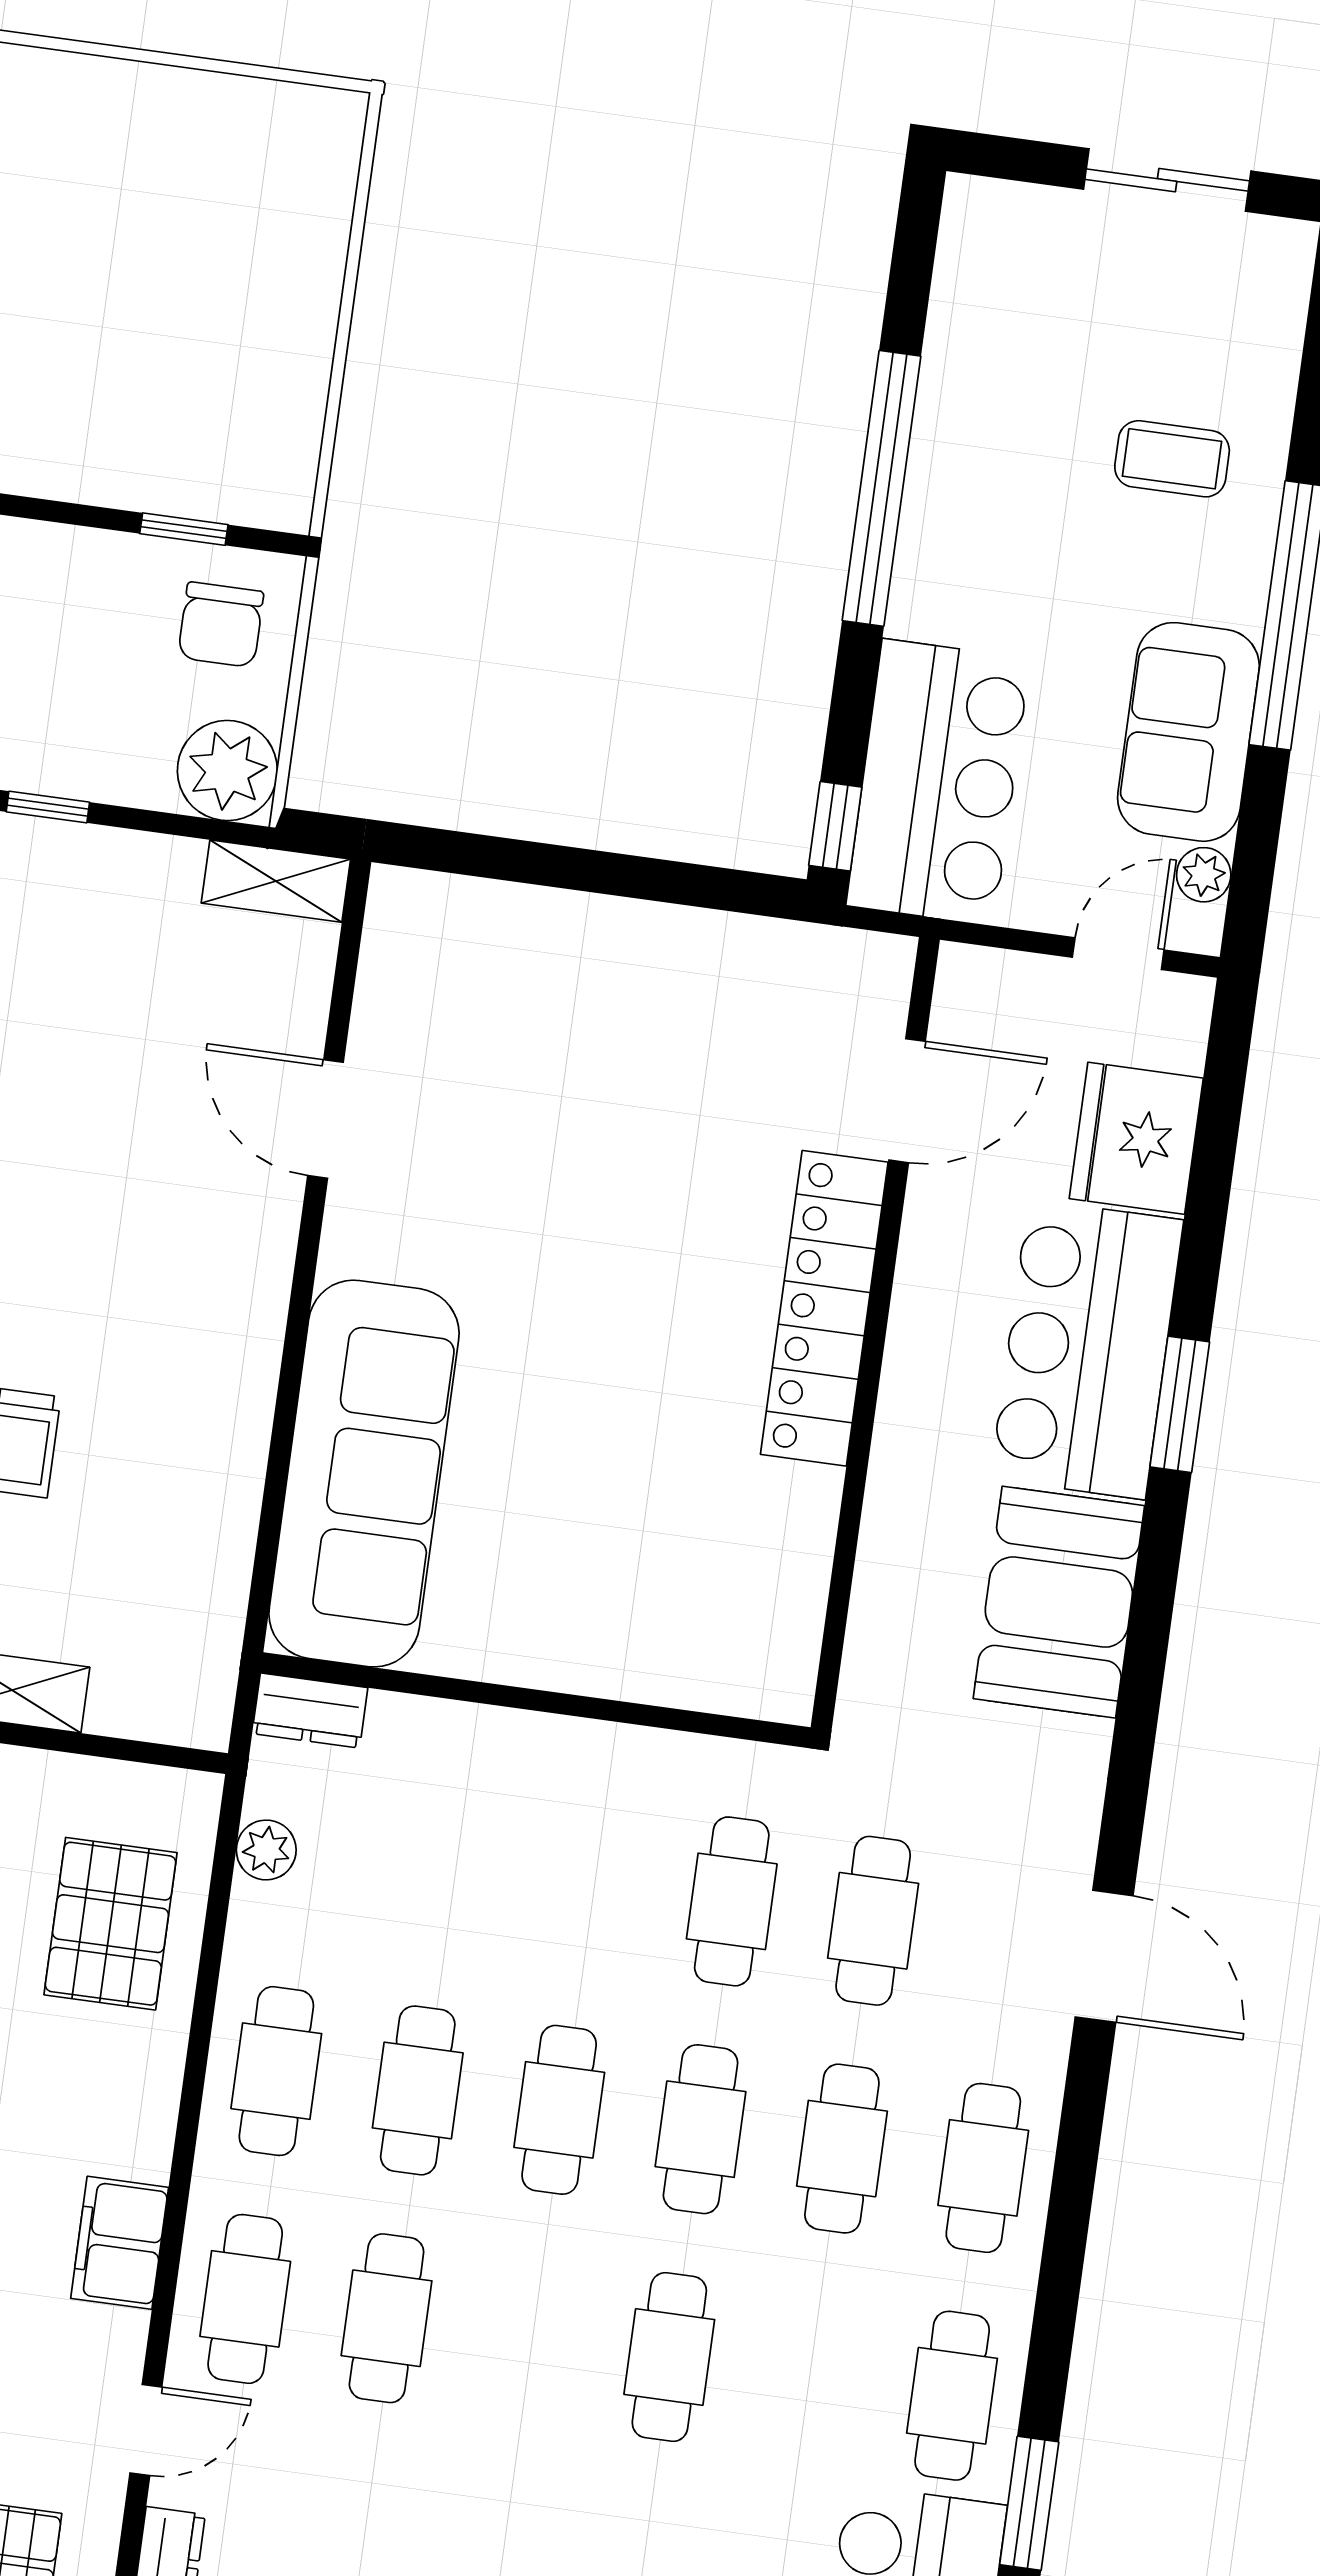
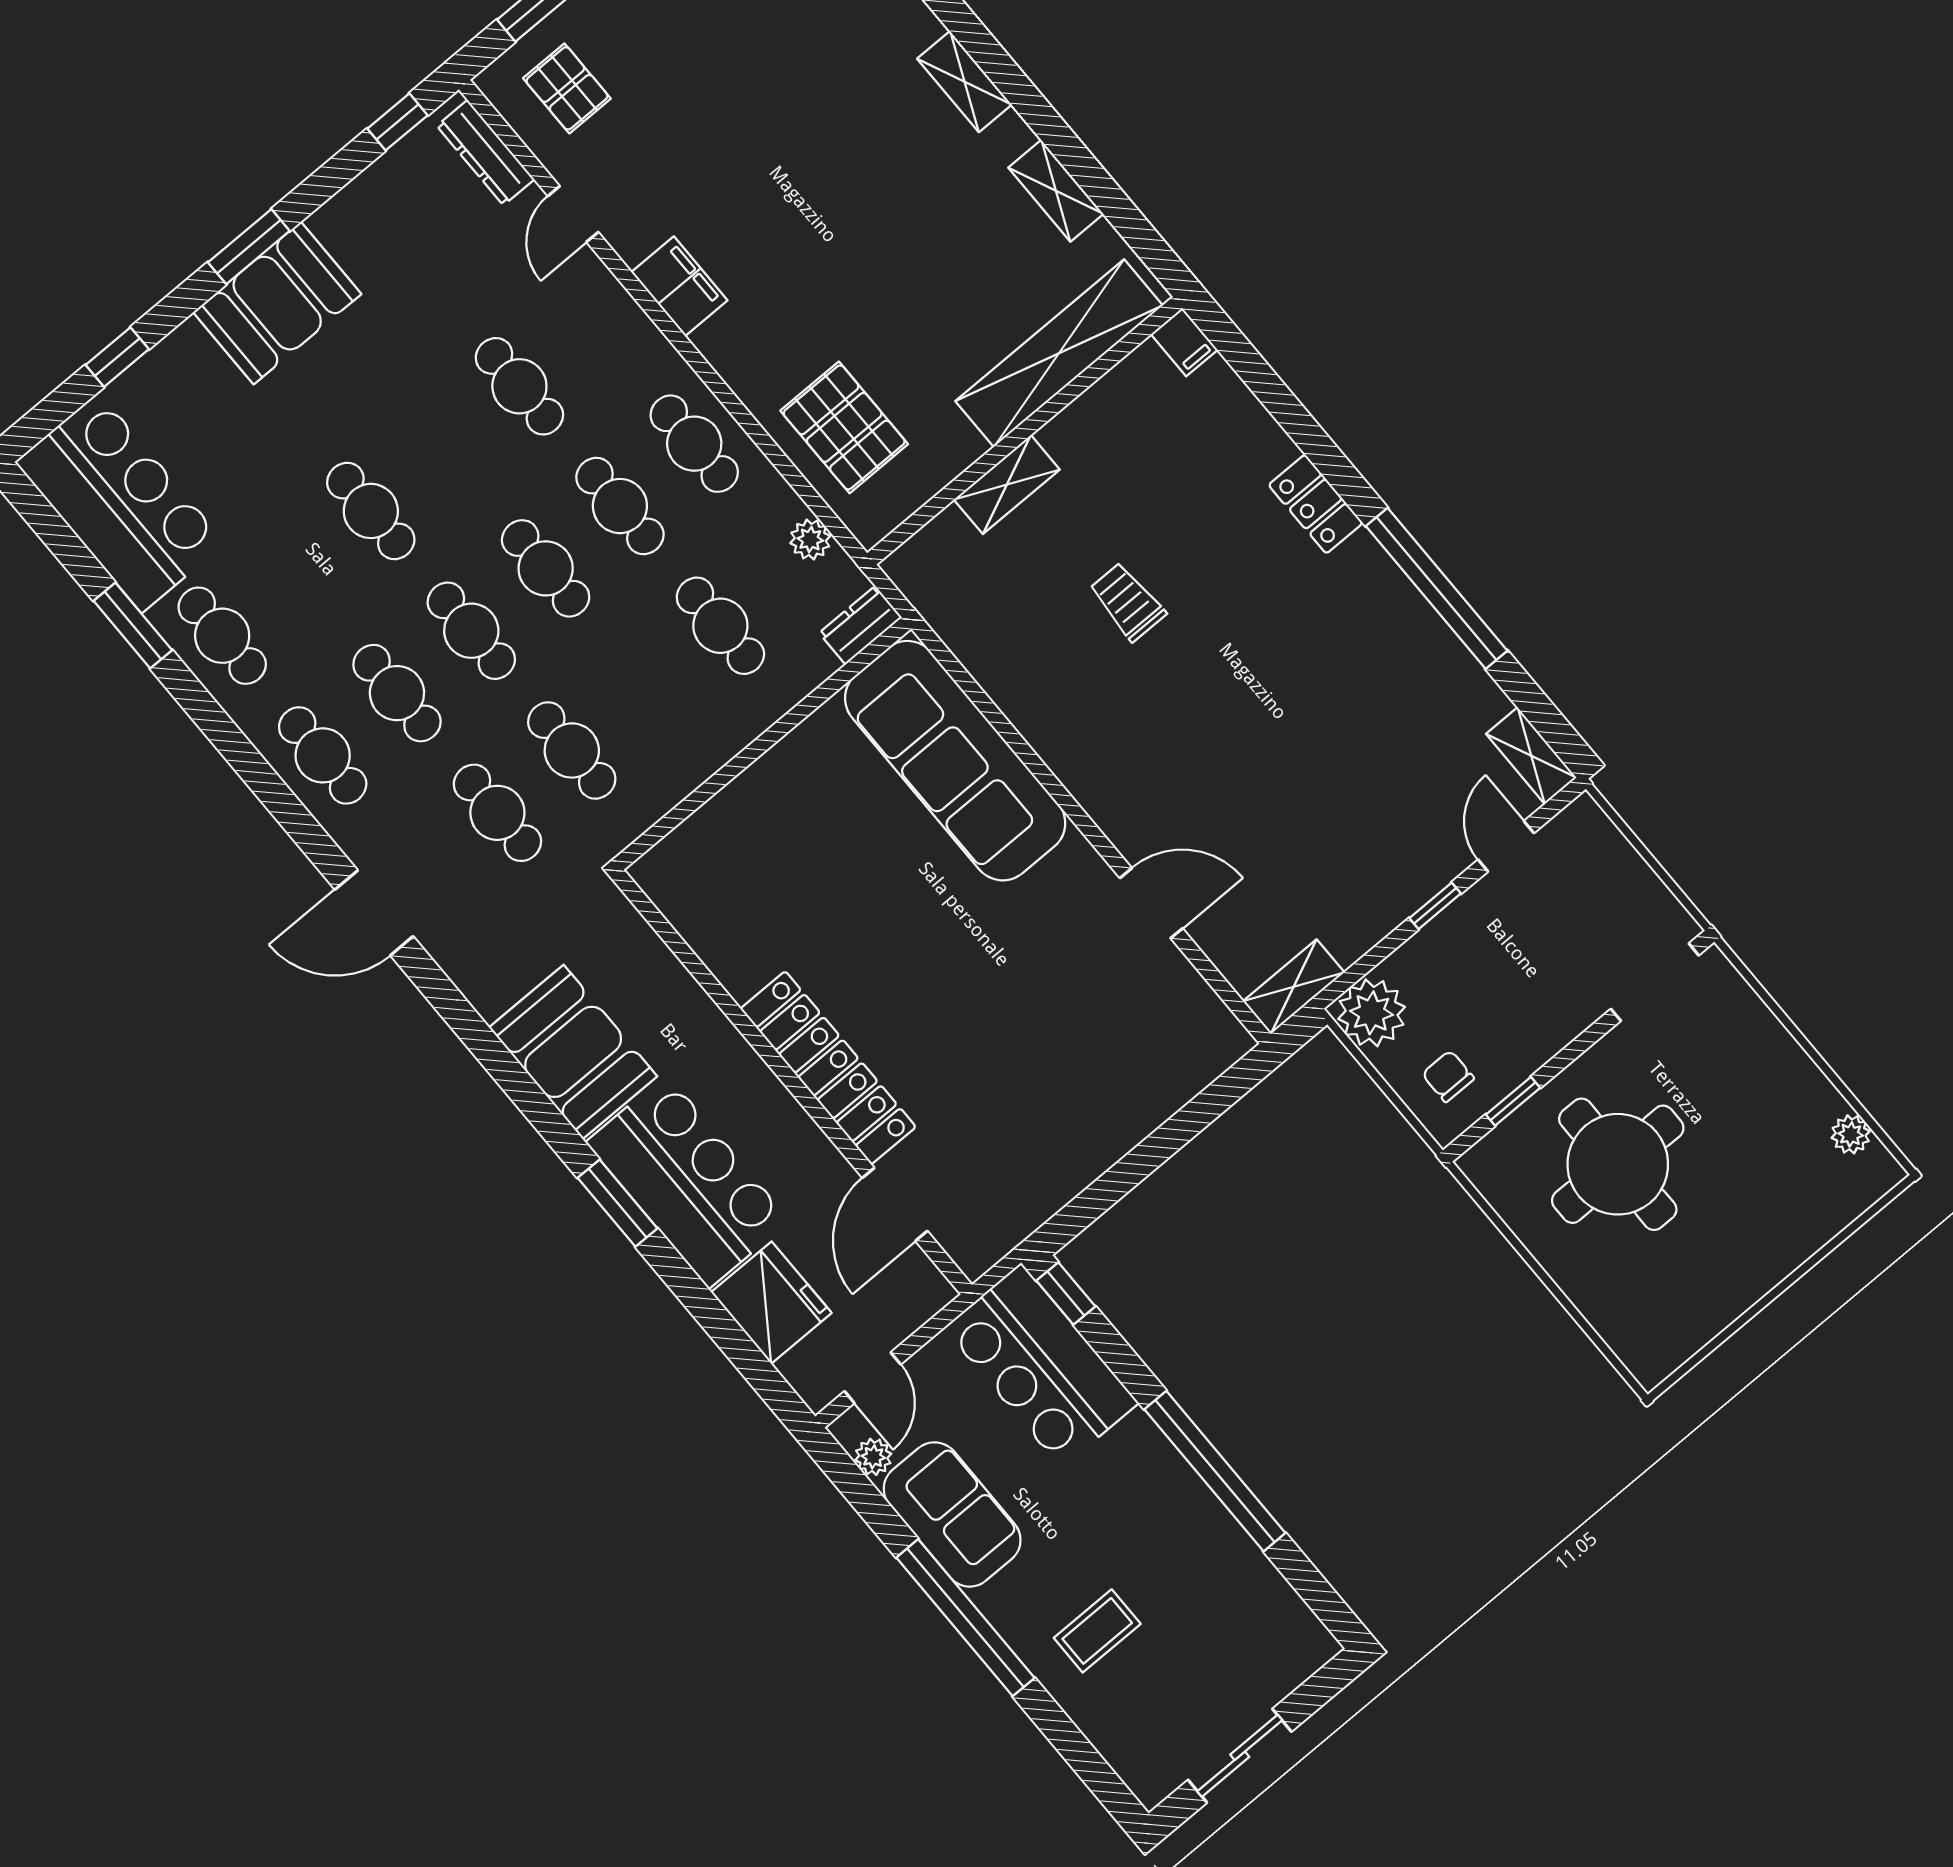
round table: (149, 353) -> (1618, 1164), added
chair: (221, 625) -> (1448, 1076), width x0.73, depth x0.73
cafe table: (245, 2299) -> (720, 626), moved

